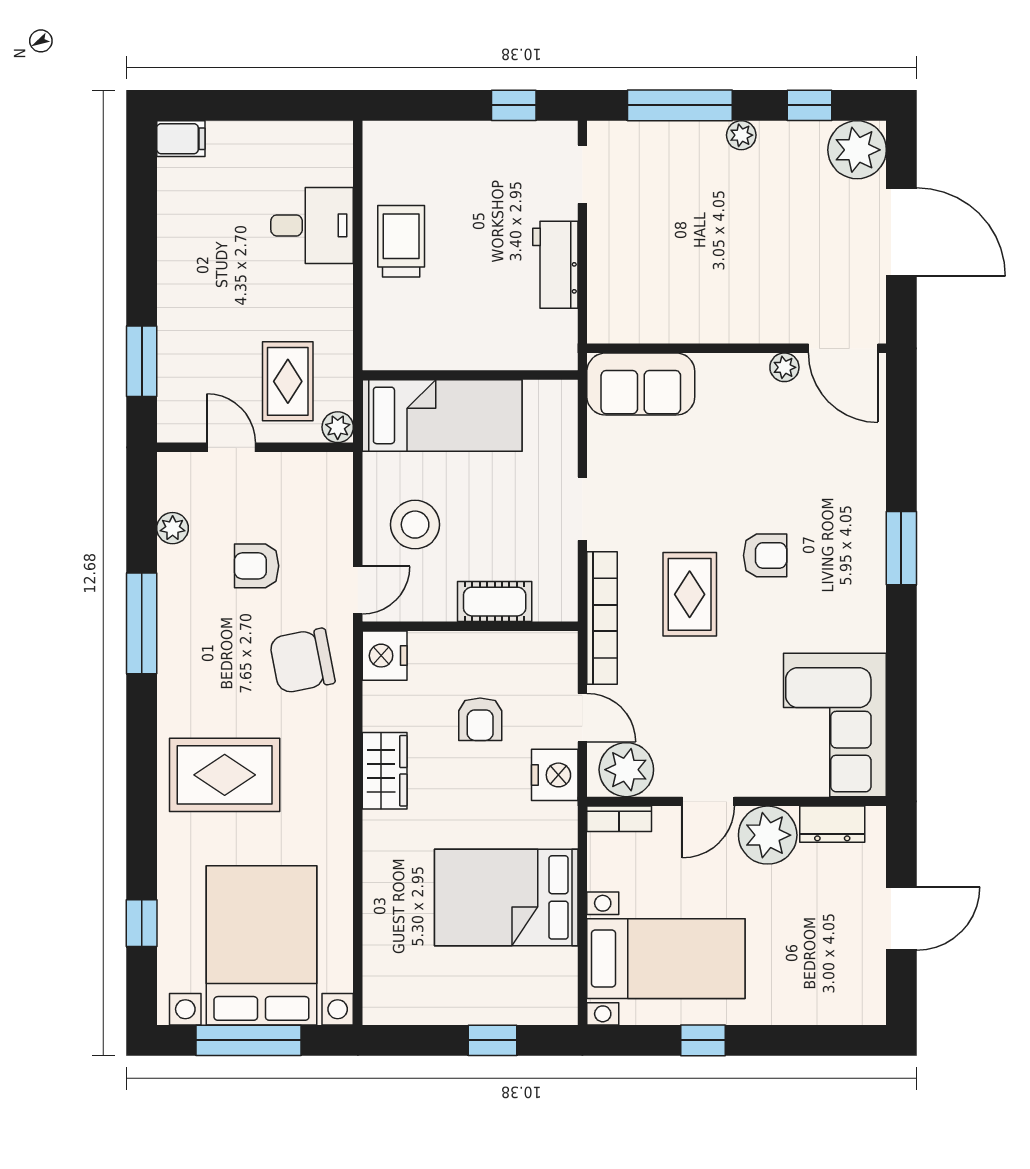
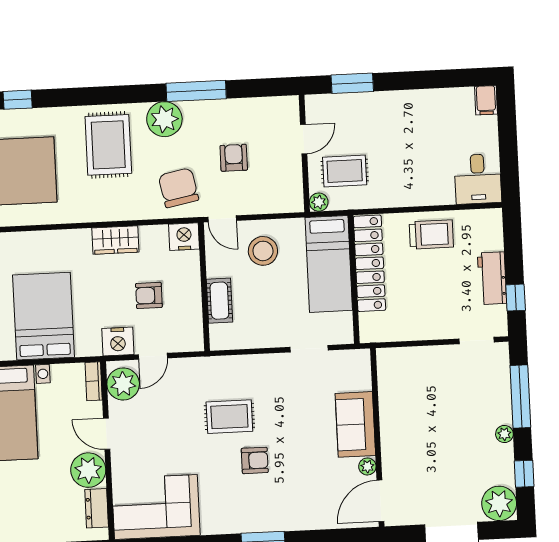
desk: (312, 225) -> (478, 179), moved
workbench: (555, 265) -> (492, 278), moved, turned -90
locker: (444, 347) -> (369, 263), added
sofa: (641, 384) -> (355, 424), moved
doorway: (582, 509) -> (309, 349), moved
plant: (173, 528) -> (164, 119), moved, width x1.88, depth x1.88
armchair: (765, 555) -> (255, 460), turned -90
bookcase: (602, 618) -> (213, 365), removed

